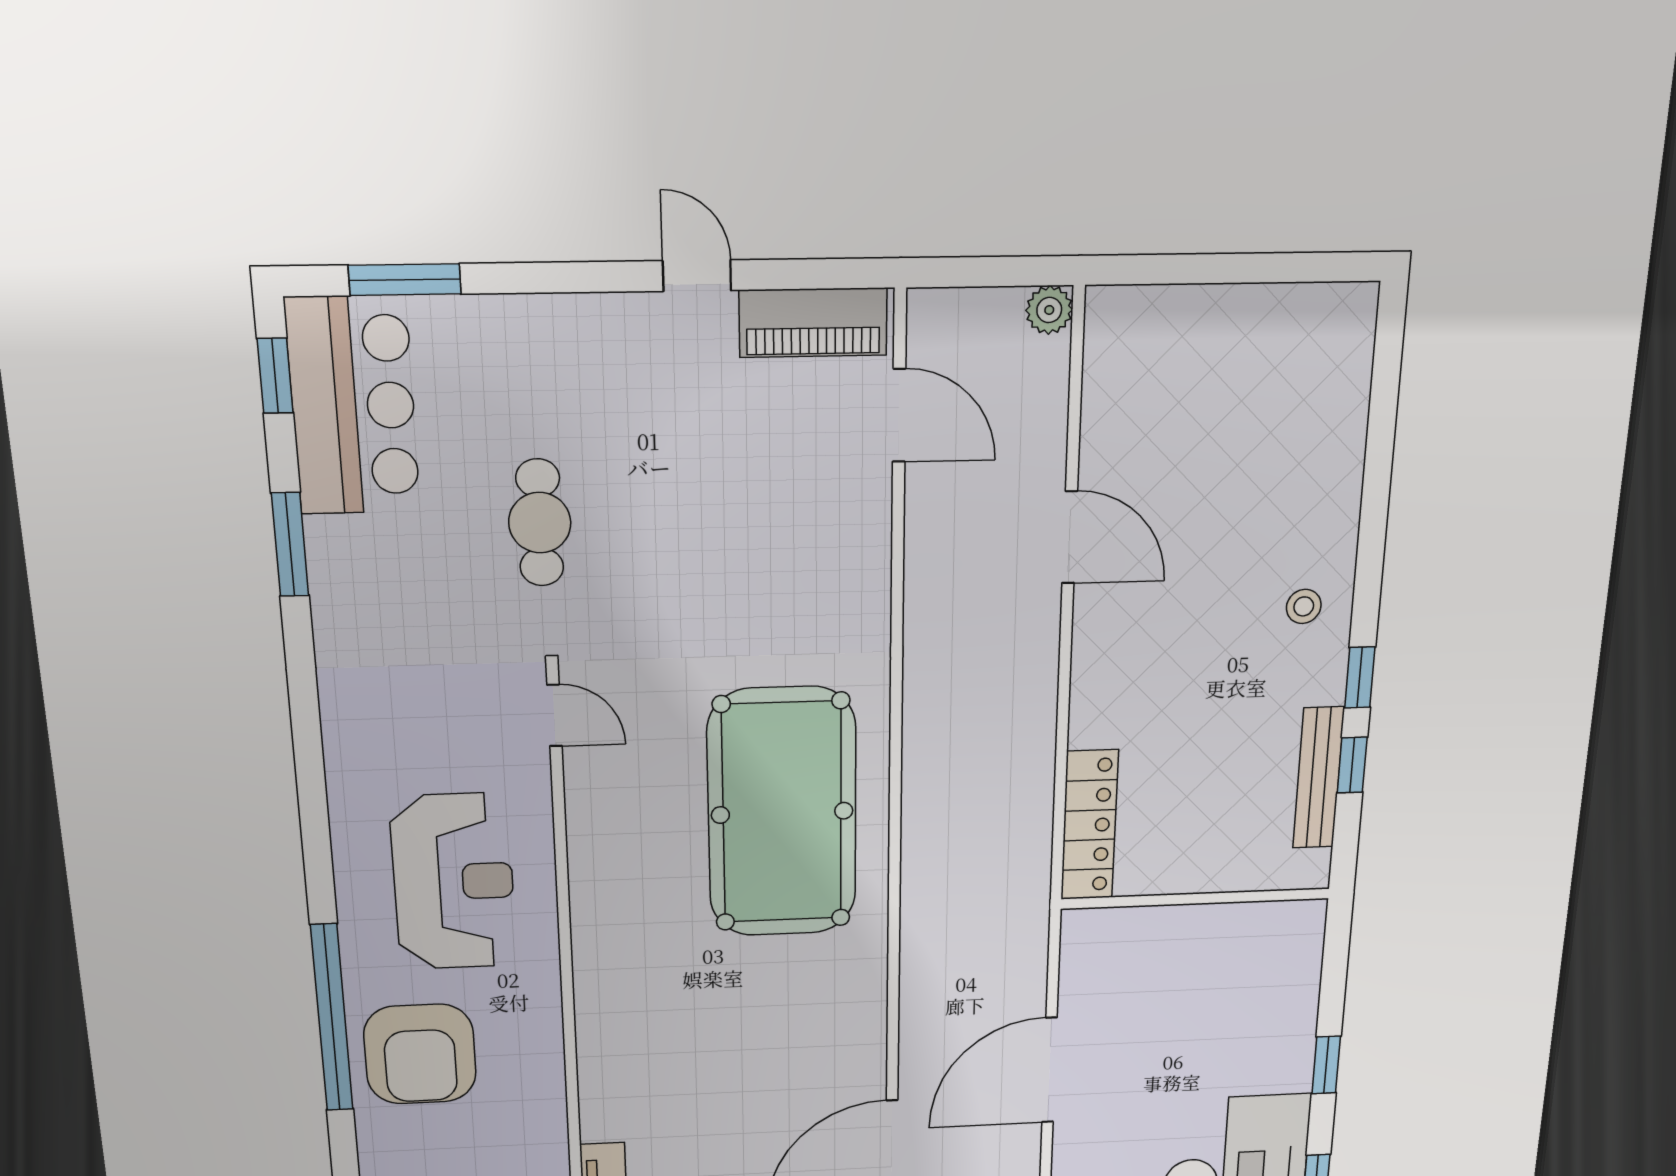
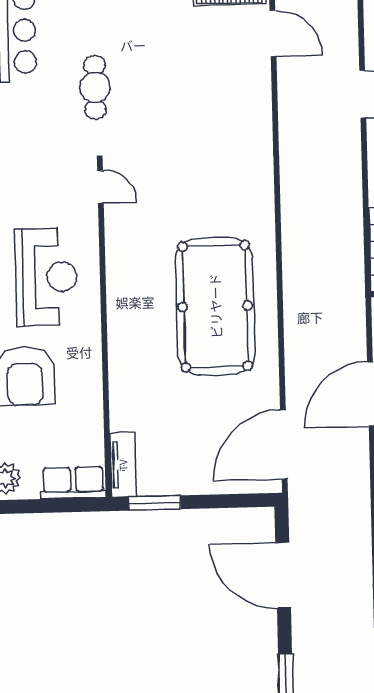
pool table: (782, 813) -> (215, 306), moved

